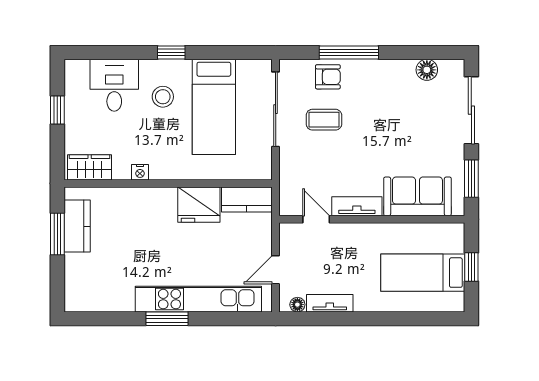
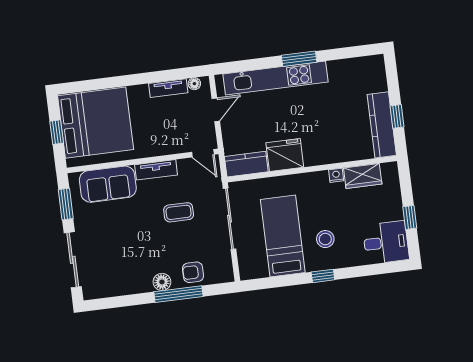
floor lamp: (427, 70) -> (162, 282), moved
desk: (114, 85) -> (386, 242), moved, turned -90
sliding door: (276, 109) -> (229, 219), moved
coffee table: (324, 120) -> (179, 212), moved
wardrobe: (90, 167) -> (363, 176), moved
door: (316, 219) -> (203, 153), moved
kitchen counter: (77, 226) -> (382, 125), width x1.50
window: (57, 234) -> (397, 116), width x0.67
bed: (423, 273) -> (96, 123), width x2.04

